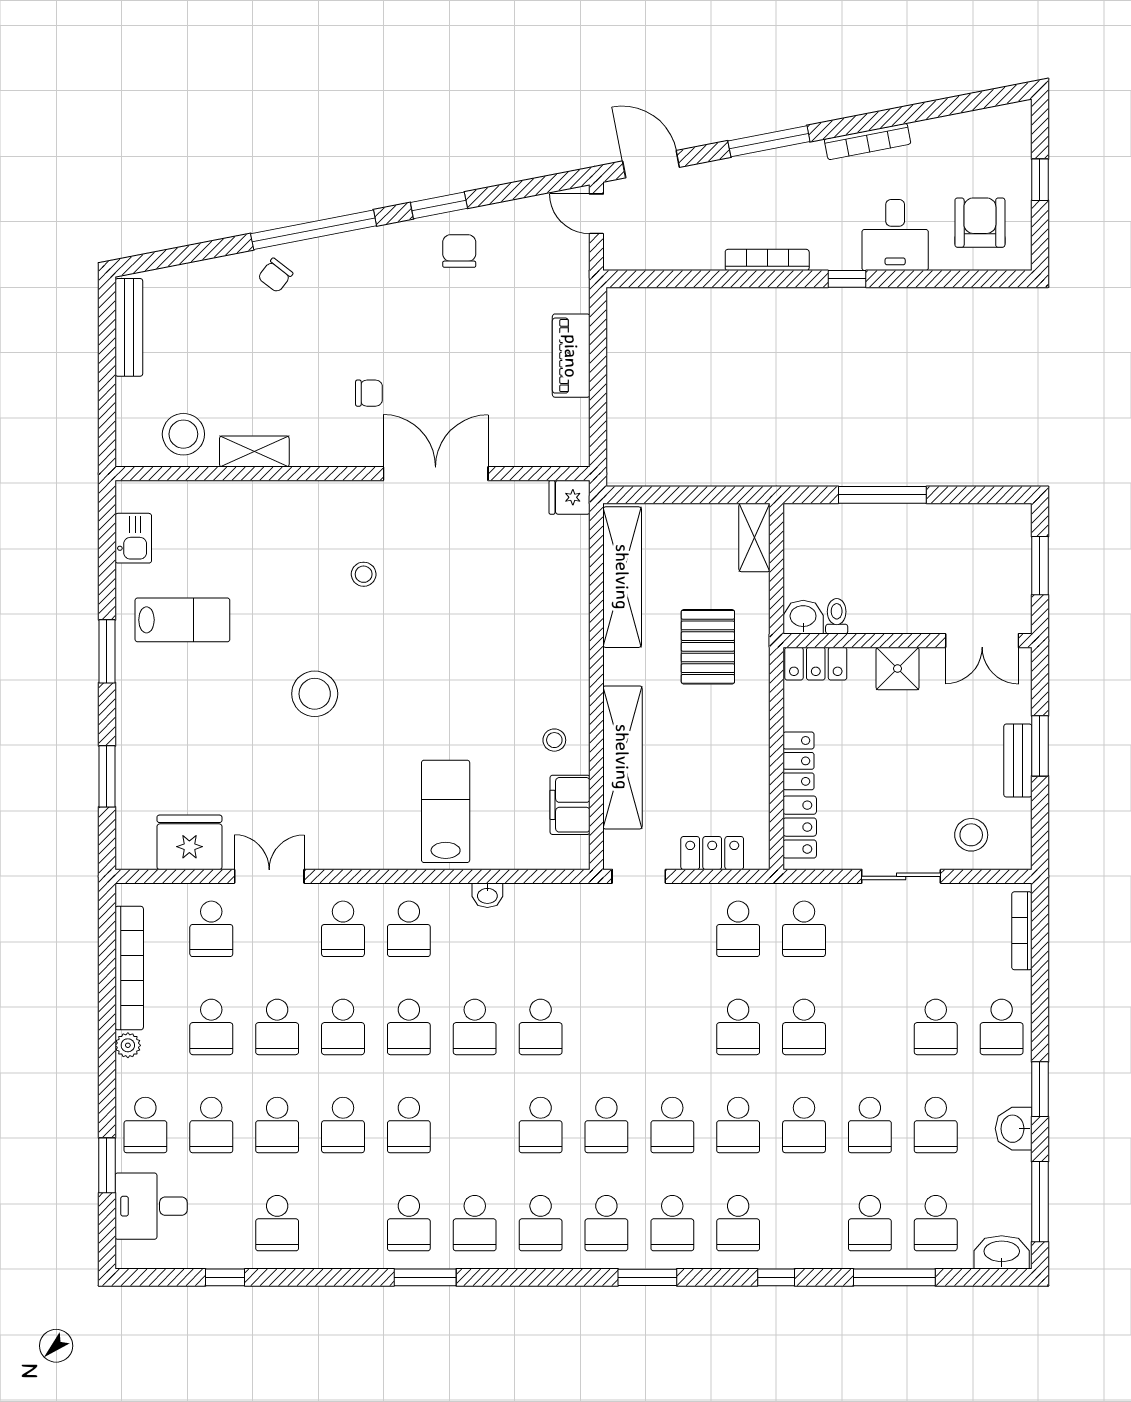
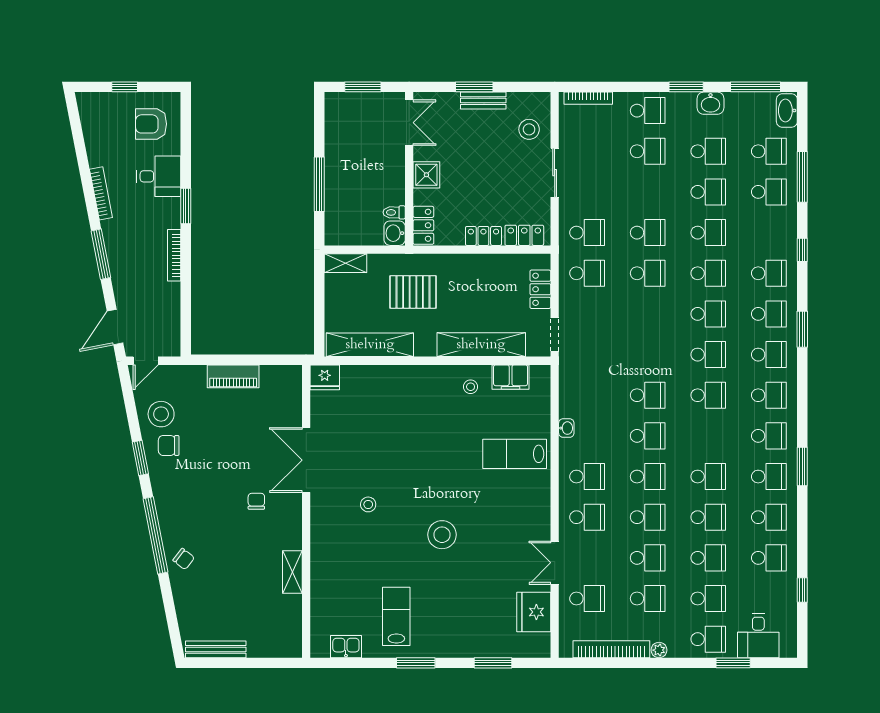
window: (847, 279) -> (186, 206), width x1.50
stool: (183, 434) -> (161, 414), moved
fridge: (569, 497) -> (325, 377), width x1.38
school desk: (343, 1223) -> (769, 517), added

